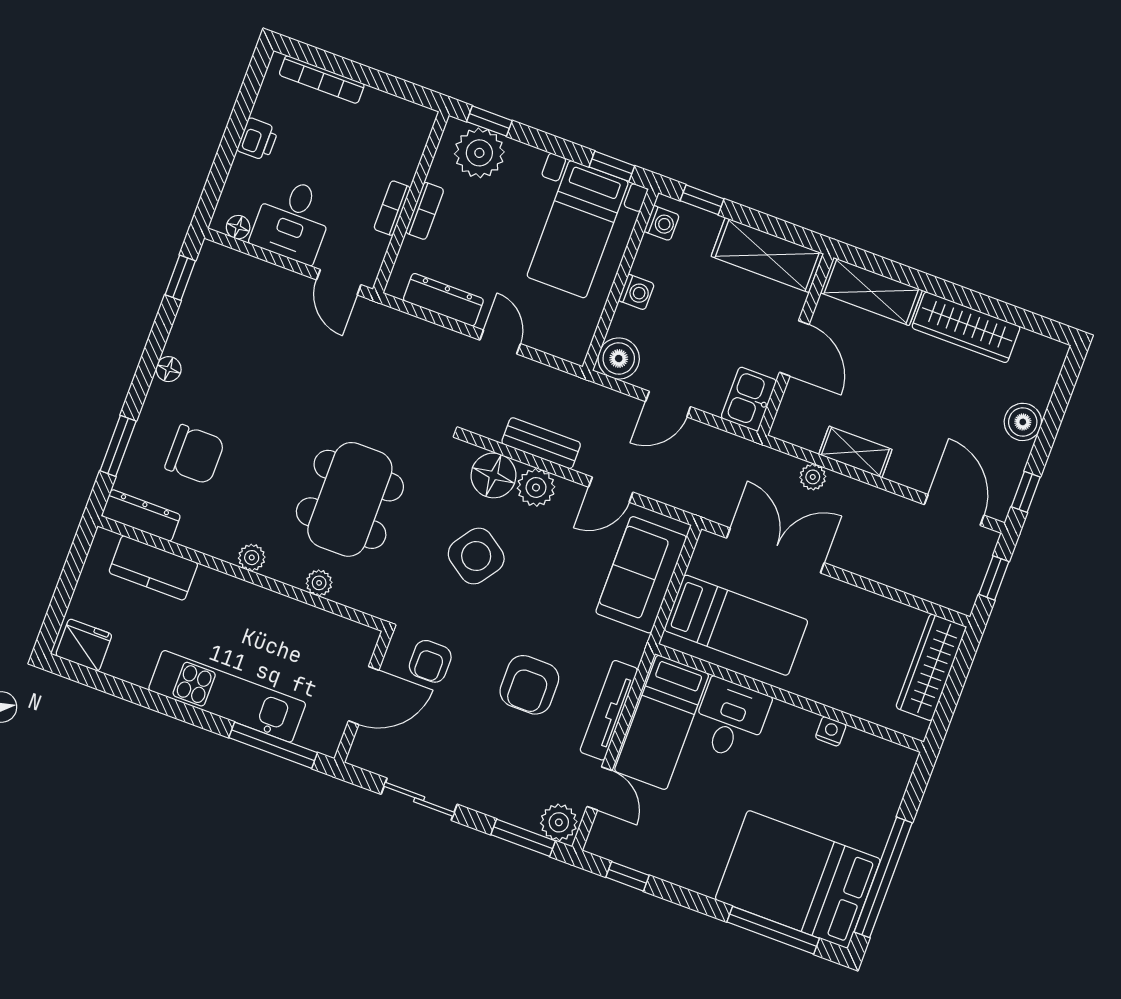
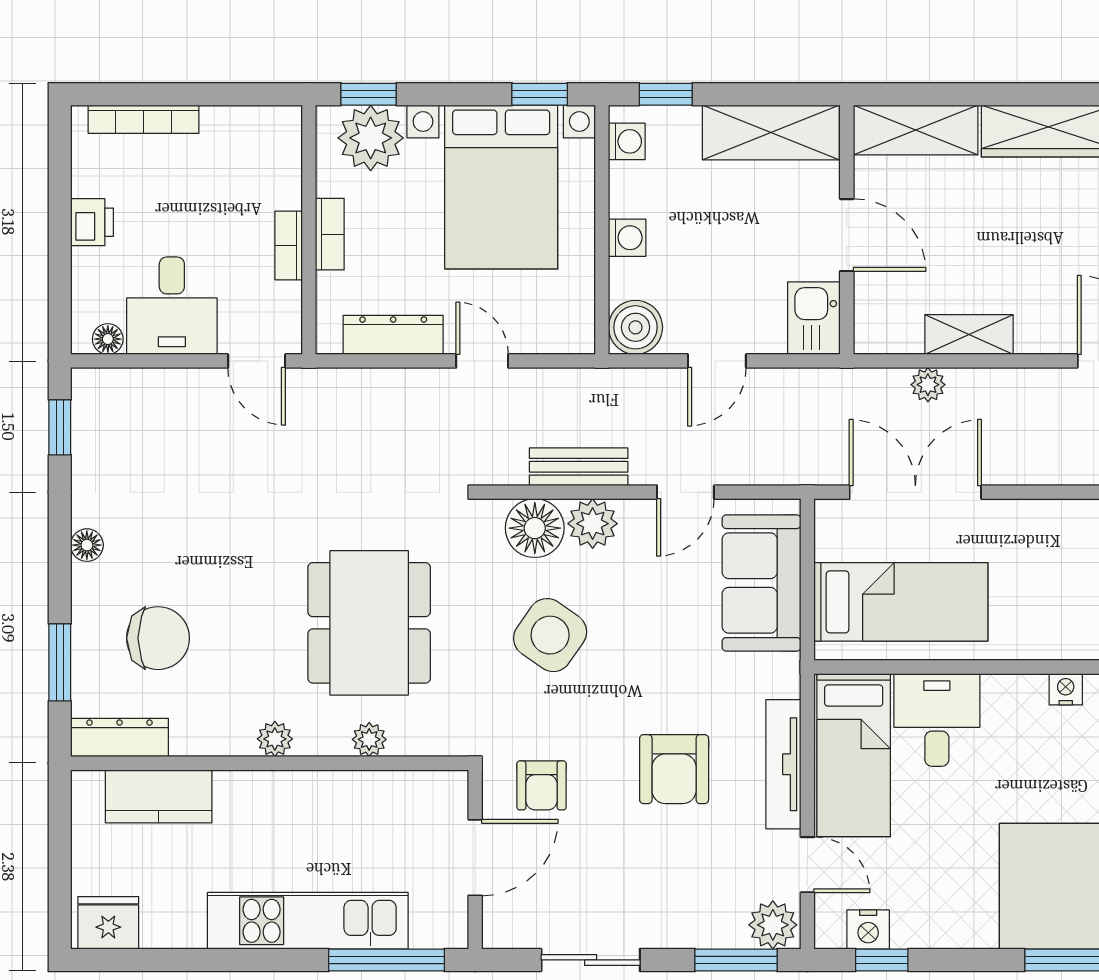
bed with nightstands: (578, 229) -> (501, 187), width x1.36
nightstand: (626, 851) -> (868, 929), added

